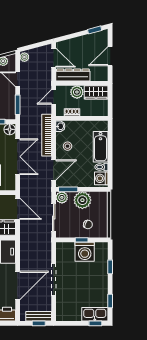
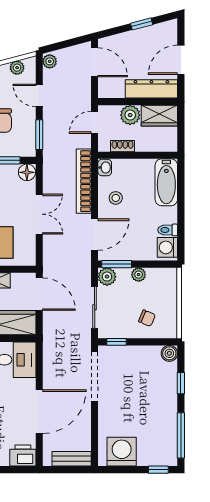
window: (95, 30) -> (142, 24), moved
dresser: (73, 75) -> (151, 89), moved
bathtub: (101, 147) -> (166, 182), moved
double door: (18, 157) -> (39, 214), width x0.73
plant: (82, 200) -> (139, 275), width x0.53, depth x0.53
window: (82, 240) -> (117, 342), moved
boiler: (102, 247) -> (169, 353), added
washing machine: (85, 252) -> (122, 452), moved, turned 180
doorway: (54, 280) -> (95, 377), moved
window: (110, 301) -> (181, 435), width x2.17
kitchen sink: (95, 314) -> (158, 456), removed
window: (39, 323) -> (72, 470), removed

